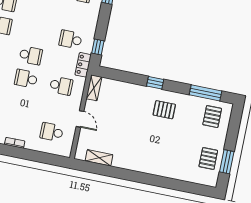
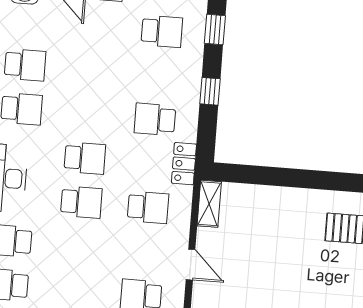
window: (98, 47) -> (210, 91), moved
school desk: (26, 79) -> (81, 202), turned 180
window: (155, 83) -> (322, 180), removed

